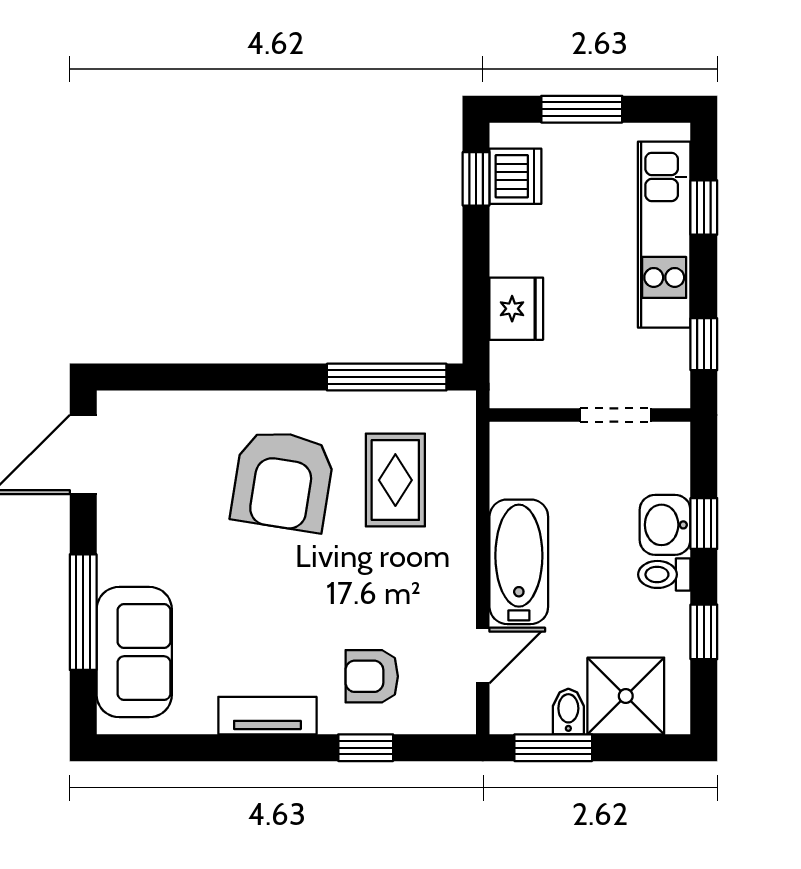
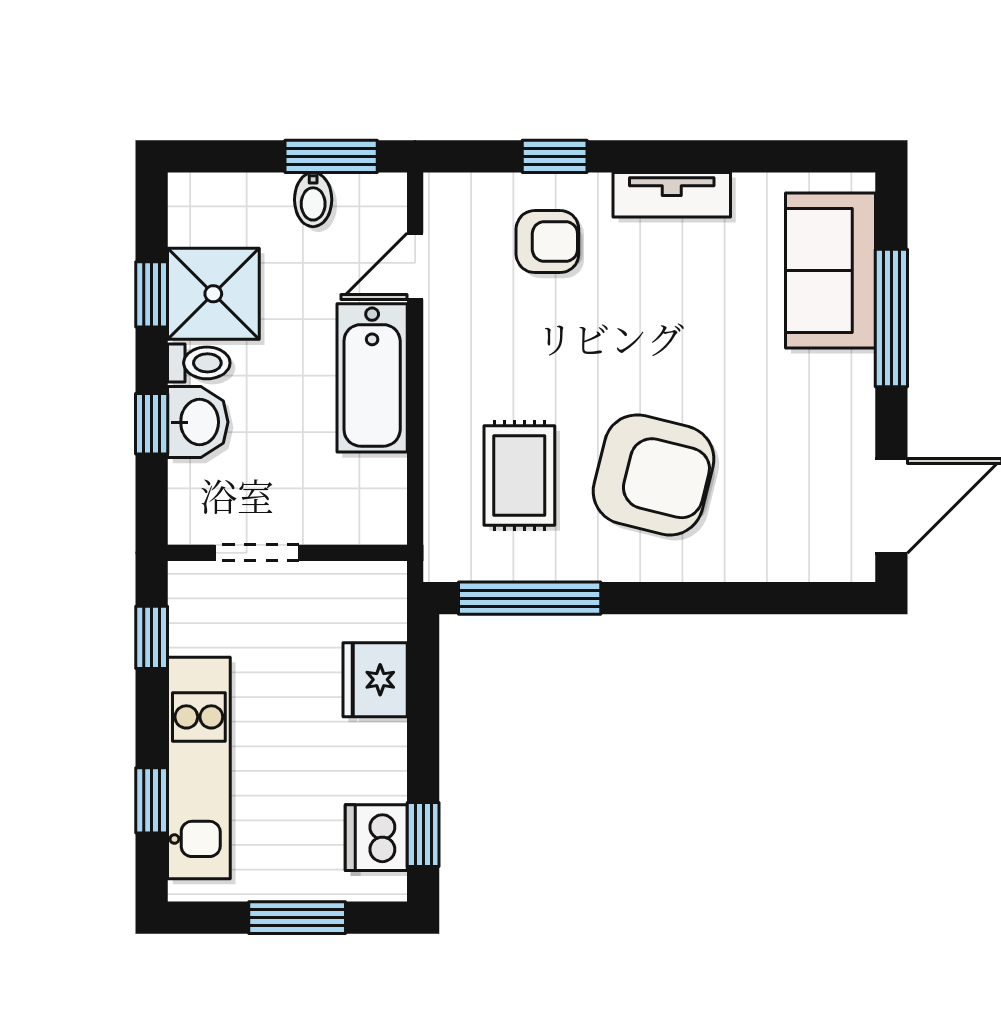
armchair: (283, 480) -> (654, 475), turned 95
shower: (626, 696) -> (213, 294), moved

